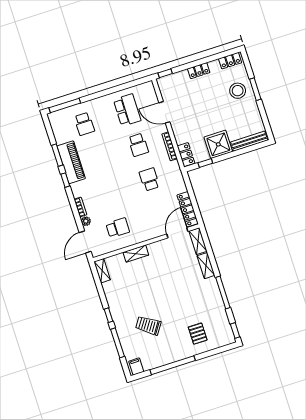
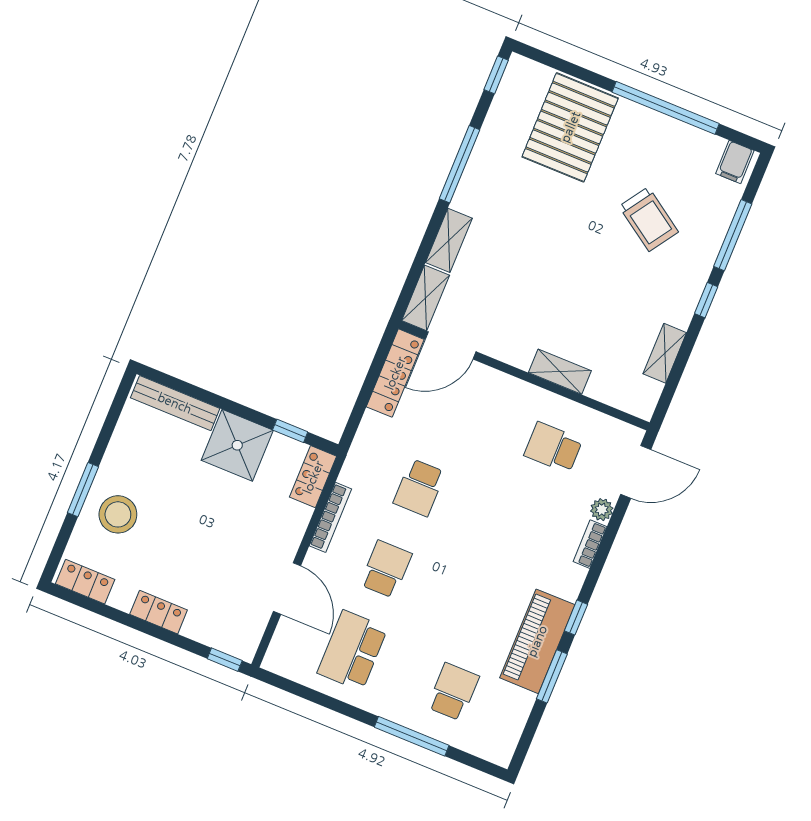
window: (65, 105) -> (412, 736), moved
shelving: (102, 271) -> (665, 353), moved
pallet: (198, 334) -> (570, 127), width x2.05, depth x2.00

